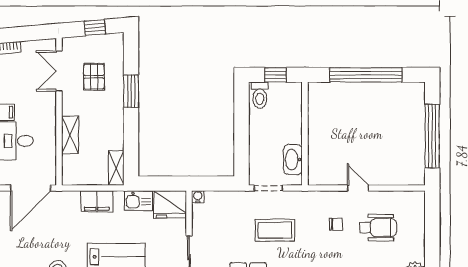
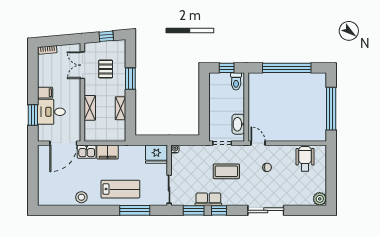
toilet: (260, 95) -> (236, 81), moved
shelving: (116, 168) -> (120, 108), moved
door: (358, 188) -> (258, 143), moved
kitchen sink: (139, 201) -> (87, 152), moved
wheelchair: (378, 228) -> (305, 159), moved, turned -90

